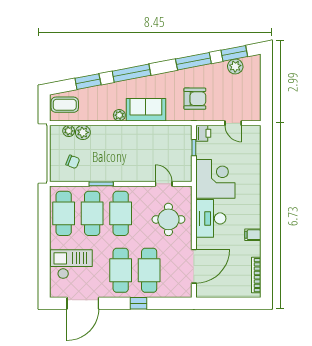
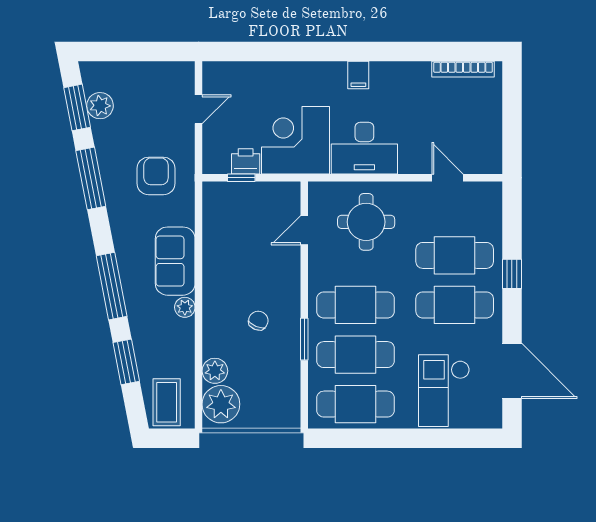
plant: (69, 131) -> (221, 404), width x1.88, depth x1.88
printer: (203, 133) -> (246, 161), moved
chair: (73, 162) -> (258, 321), moved
filing cabinet: (253, 235) -> (358, 75), moved
door: (194, 266) -> (447, 178), width x0.53

